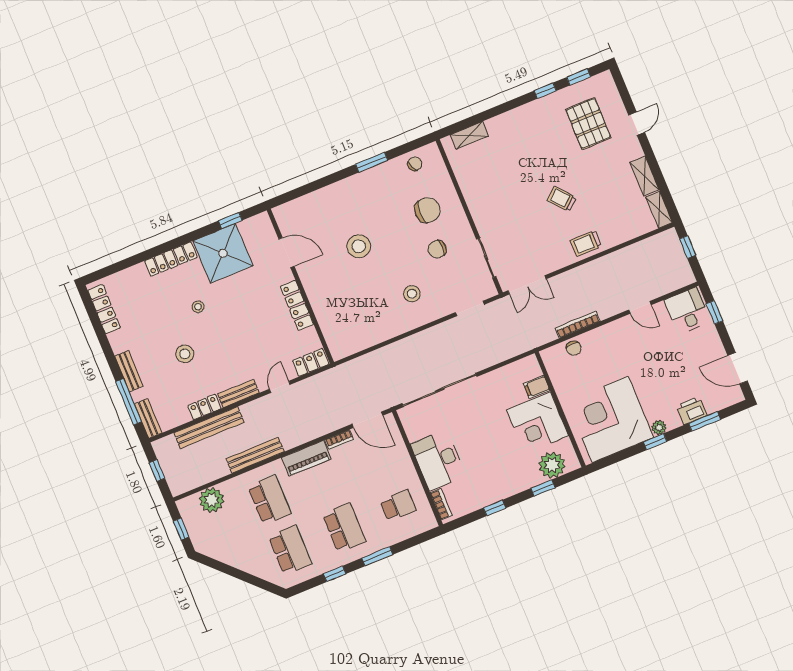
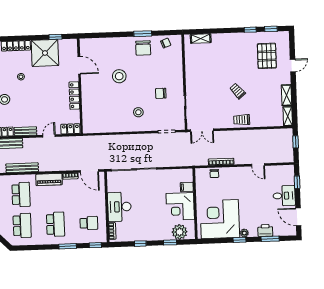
chair: (427, 210) -> (143, 48), moved, turned 90
desk: (687, 311) -> (284, 196), moved, turned 90
window: (335, 574) -> (95, 245), moved

